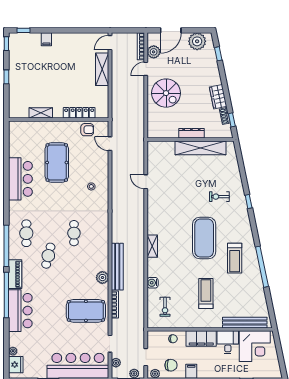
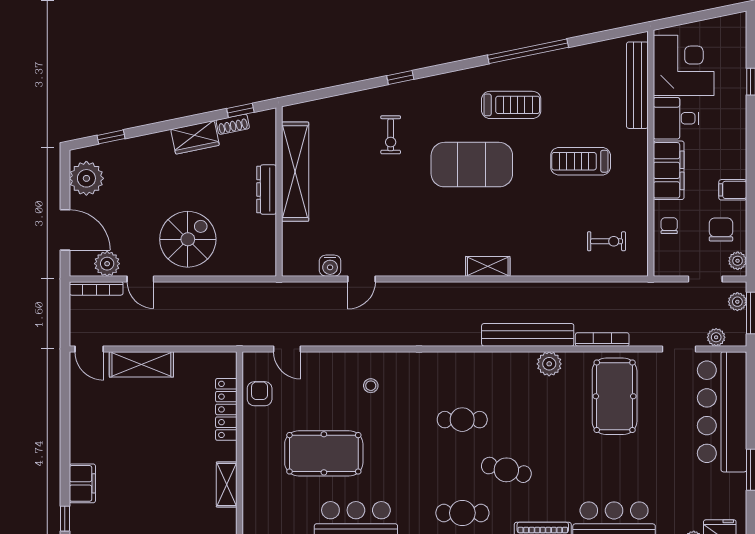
filing cabinet: (46, 39) -> (82, 483), width x2.00
door: (110, 144) -> (287, 349), hinge flipped
water cooler: (153, 283) -> (330, 266), moved

